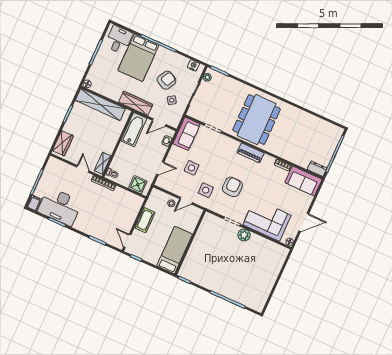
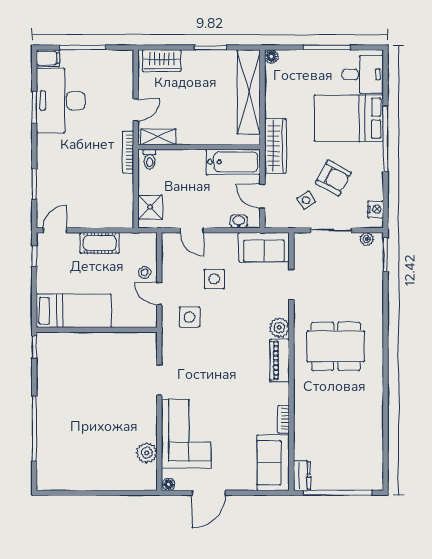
dining table: (257, 120) -> (336, 346), width x0.73, depth x0.80
plant: (233, 145) -> (279, 328), added
armchair: (232, 187) -> (214, 356), removed
door: (304, 222) -> (209, 493), hinge flipped
plant: (244, 235) -> (147, 453), moved

